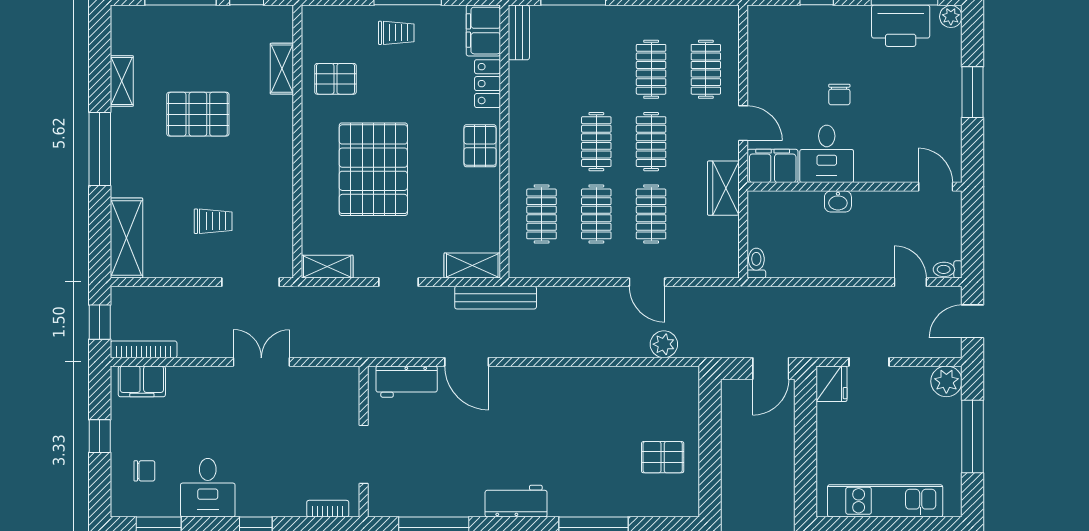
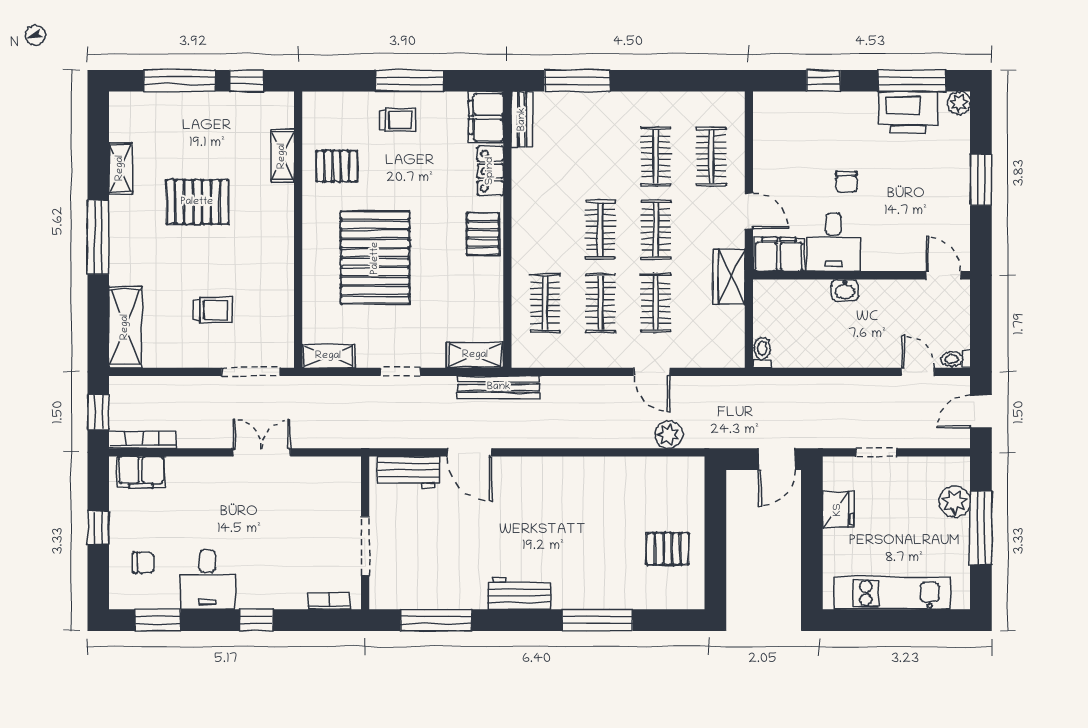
plant: (946, 381) -> (955, 502), moved
fridge: (832, 384) -> (838, 510), moved

